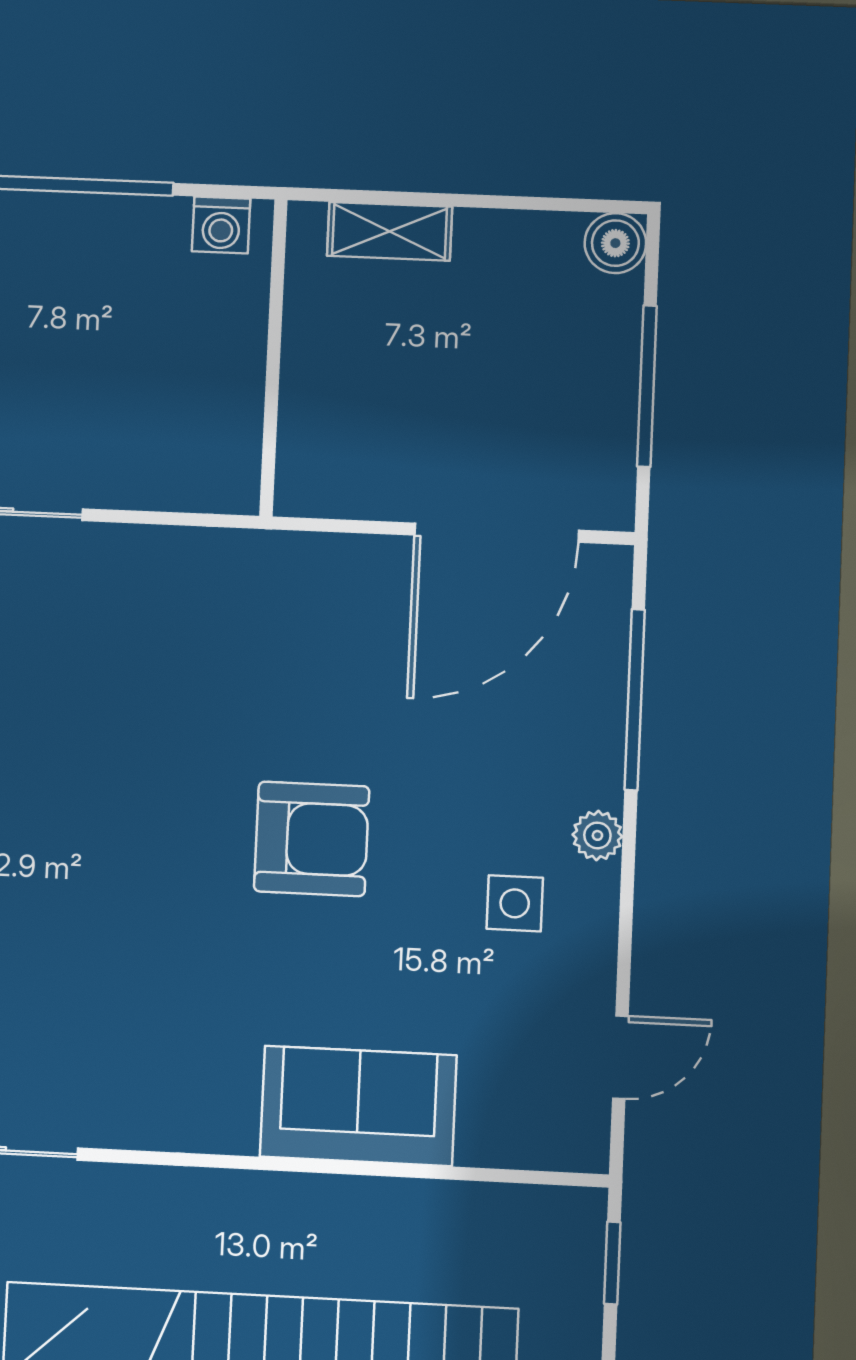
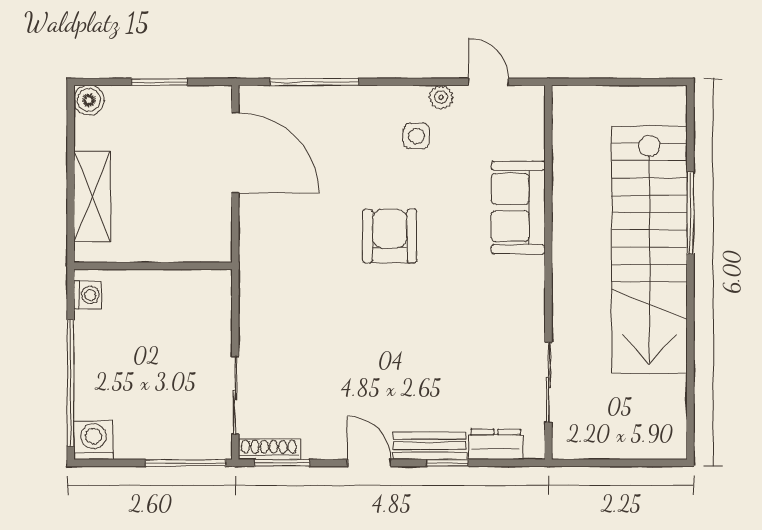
shelving: (390, 231) -> (92, 196), width x1.50, depth x1.33
window: (647, 386) -> (159, 82), width x0.69
plant: (597, 835) -> (441, 97), moved
window: (612, 1263) -> (587, 82), removed

